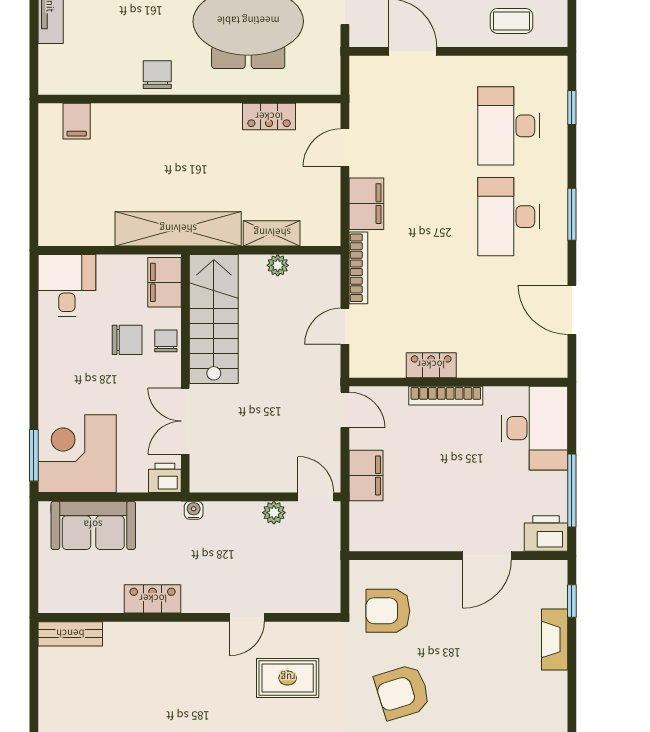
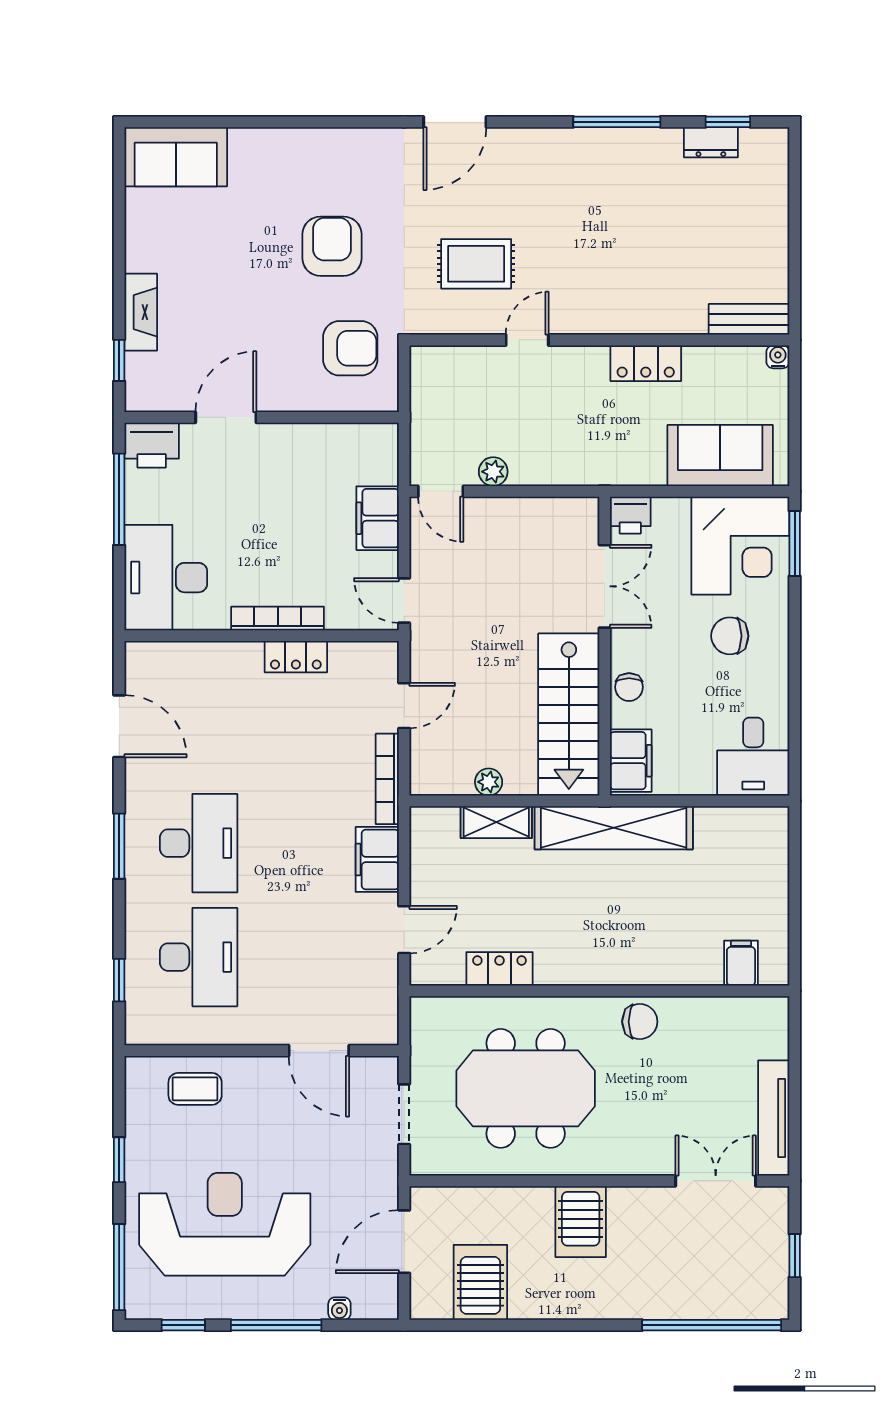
chair: (157, 75) -> (640, 1022), turned -90
chair: (127, 340) -> (730, 636), moved
water cooler: (194, 510) -> (778, 357), moved, turned 180
armchair: (402, 692) -> (332, 246), turned -73

